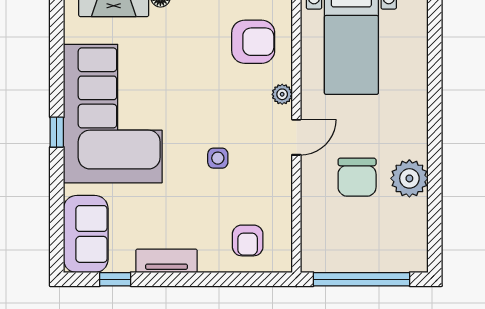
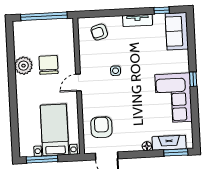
armchair: (253, 42) -> (101, 127), turned 90
plant: (282, 94) -> (86, 103), removed
corner sofa: (113, 114) -> (173, 98), width x0.73, depth x0.74
armchair: (248, 240) -> (99, 32), turned -106

